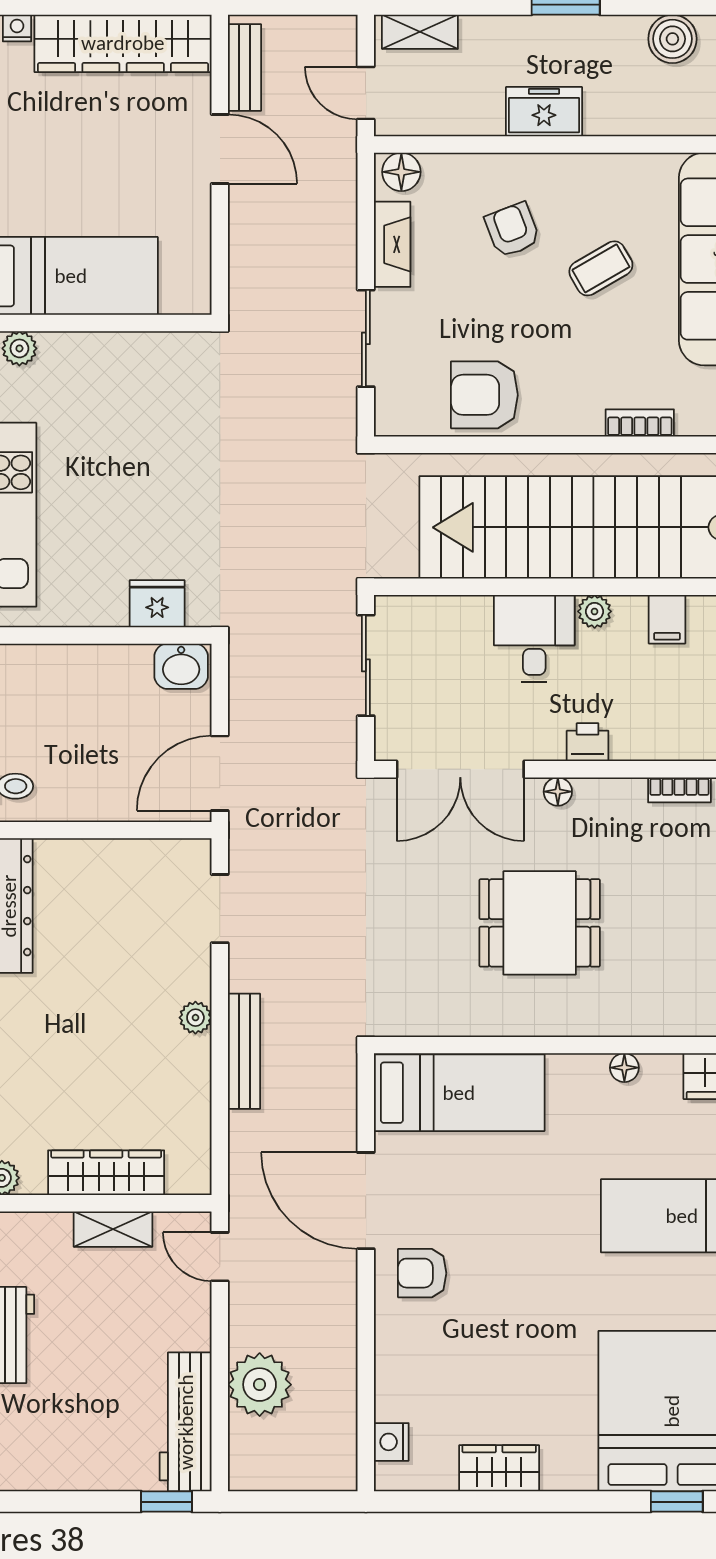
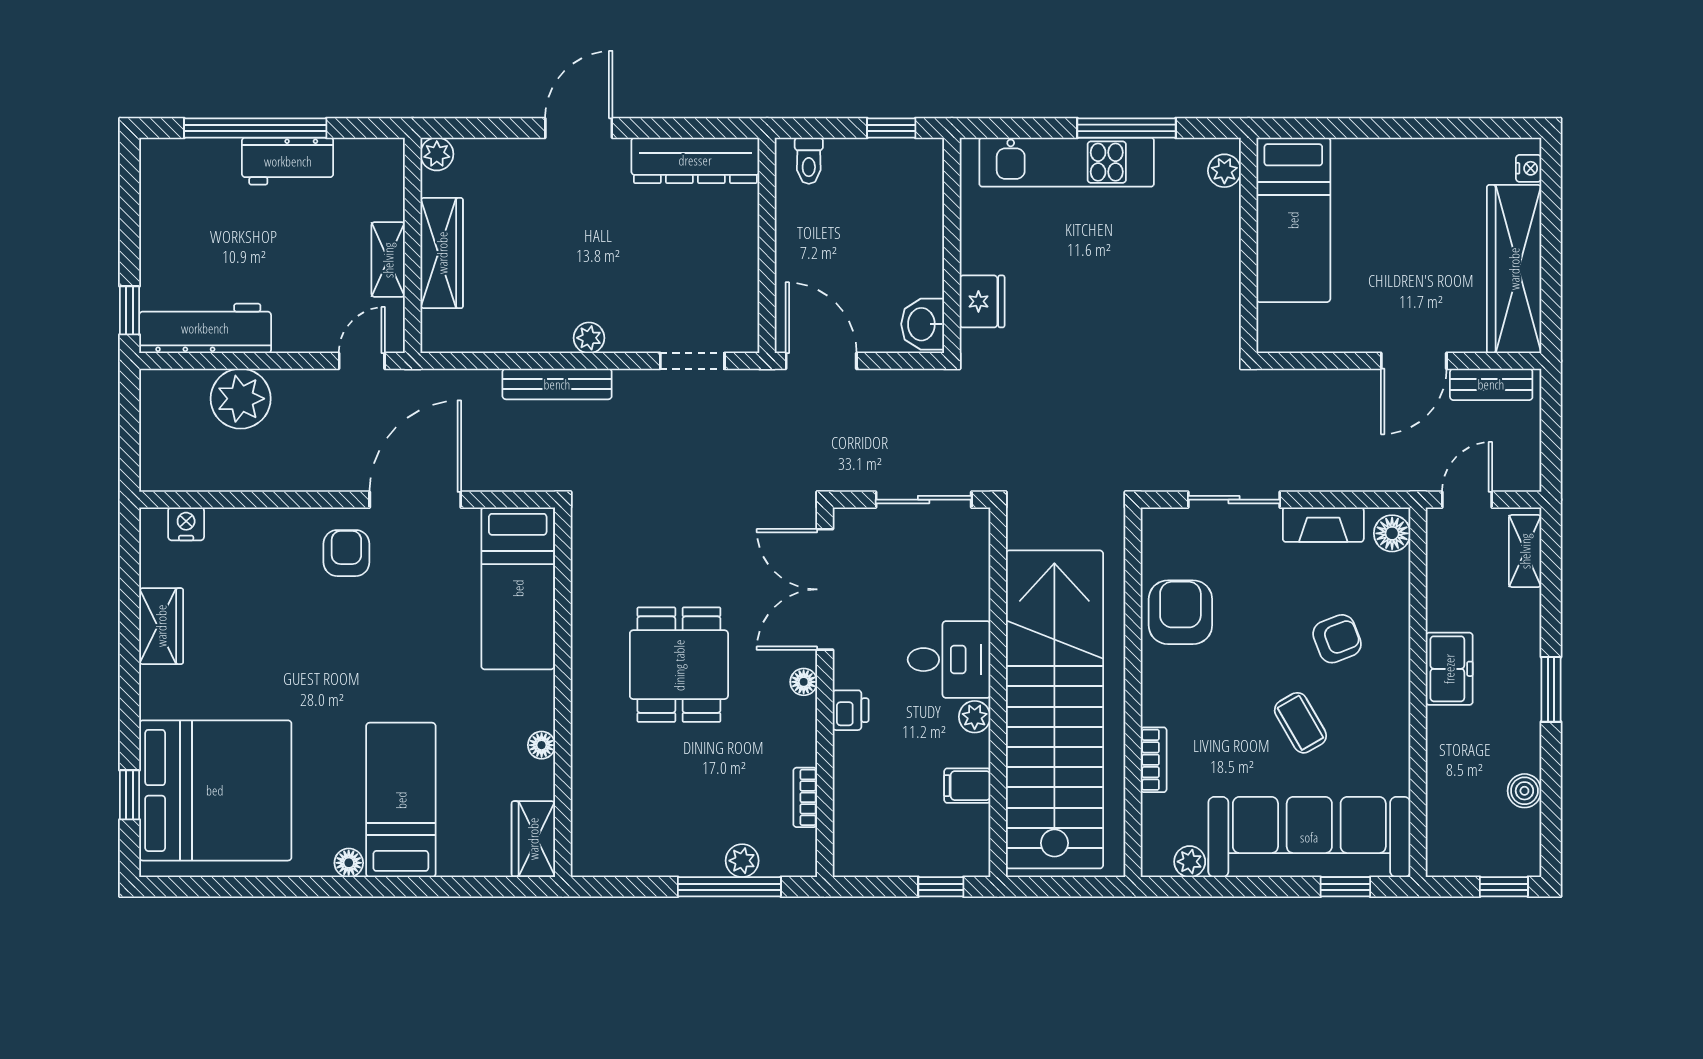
boiler: (672, 39) -> (1524, 791), width x0.73, depth x0.73

